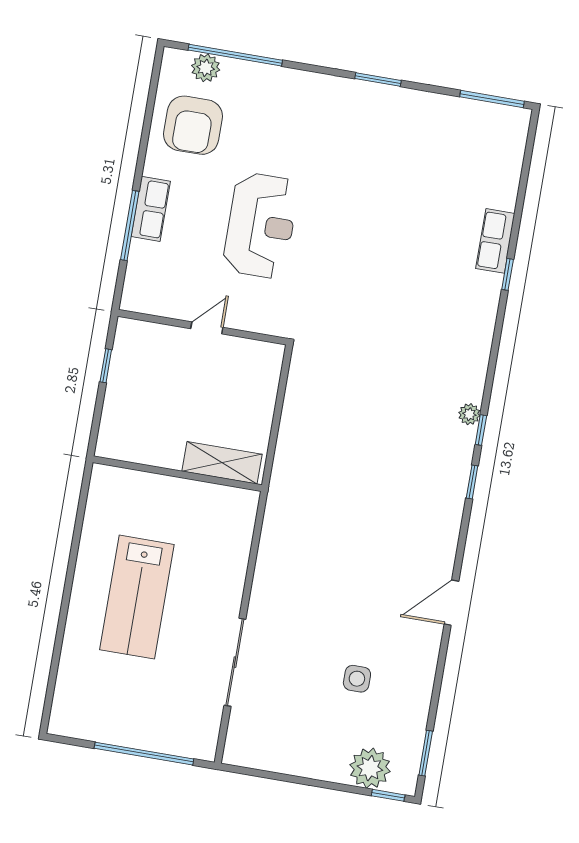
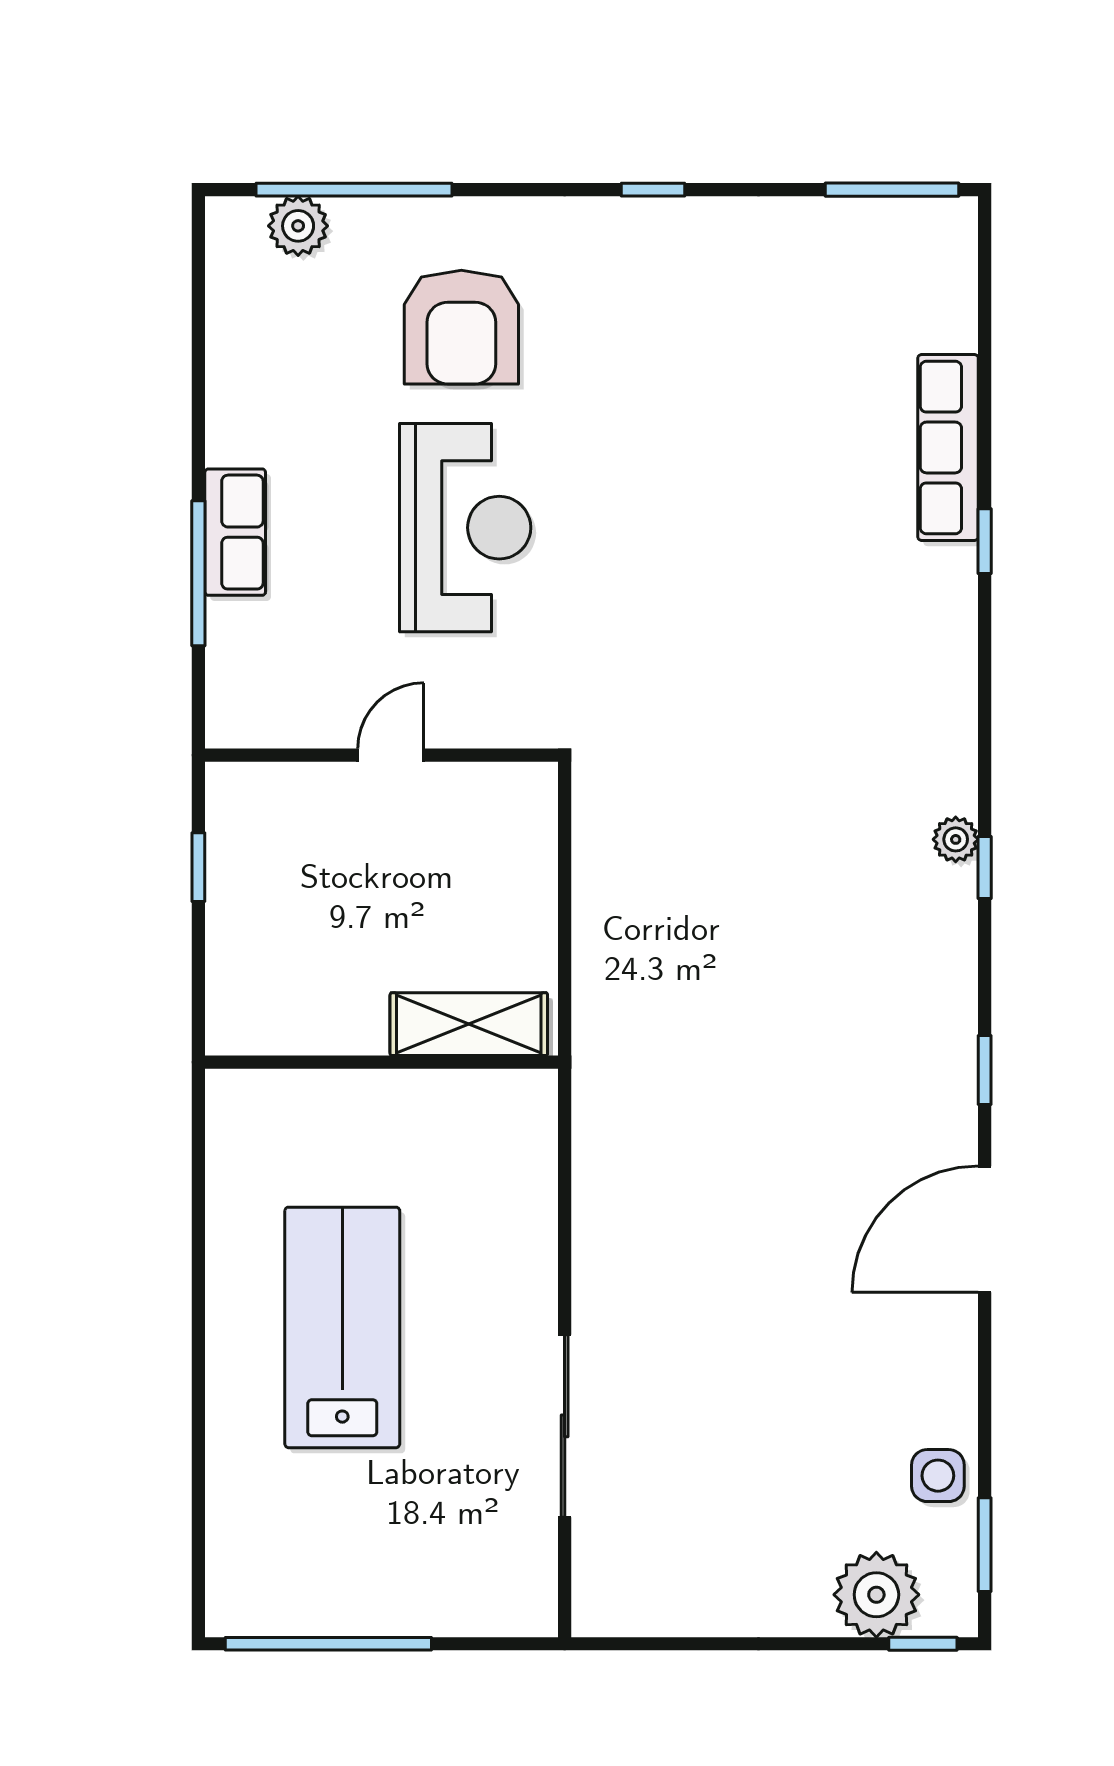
window: (378, 80) -> (653, 190), width x0.67
armchair: (193, 125) -> (461, 327), moved
row of seats: (495, 241) -> (948, 447), width x1.48
window: (472, 482) -> (985, 1070), moved
lab bench: (137, 597) -> (342, 1327), turned 180
door: (451, 603) -> (985, 1229), width x1.36
side table: (357, 679) -> (938, 1476), moved
window: (144, 754) -> (328, 1644), moved

